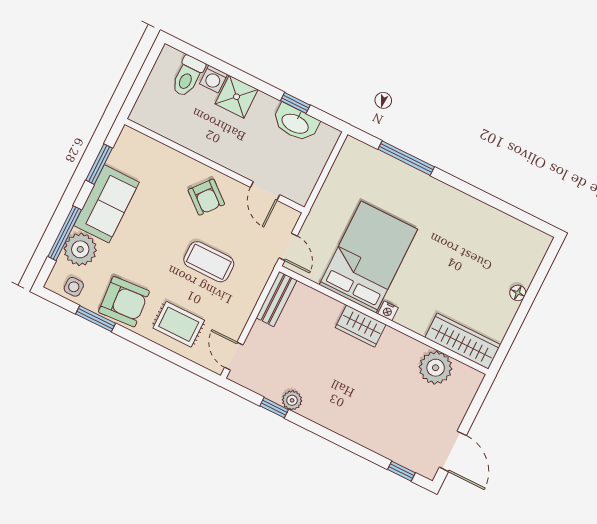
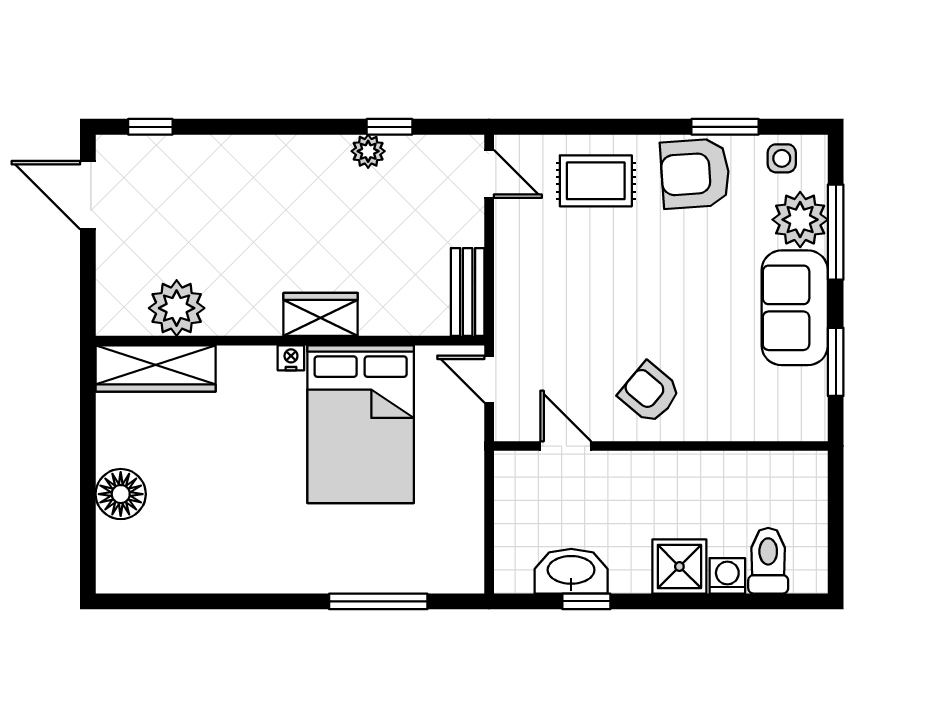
coffee table: (209, 262) -> (597, 297), removed
floor lamp: (518, 293) -> (121, 494), width x1.89, depth x1.89

